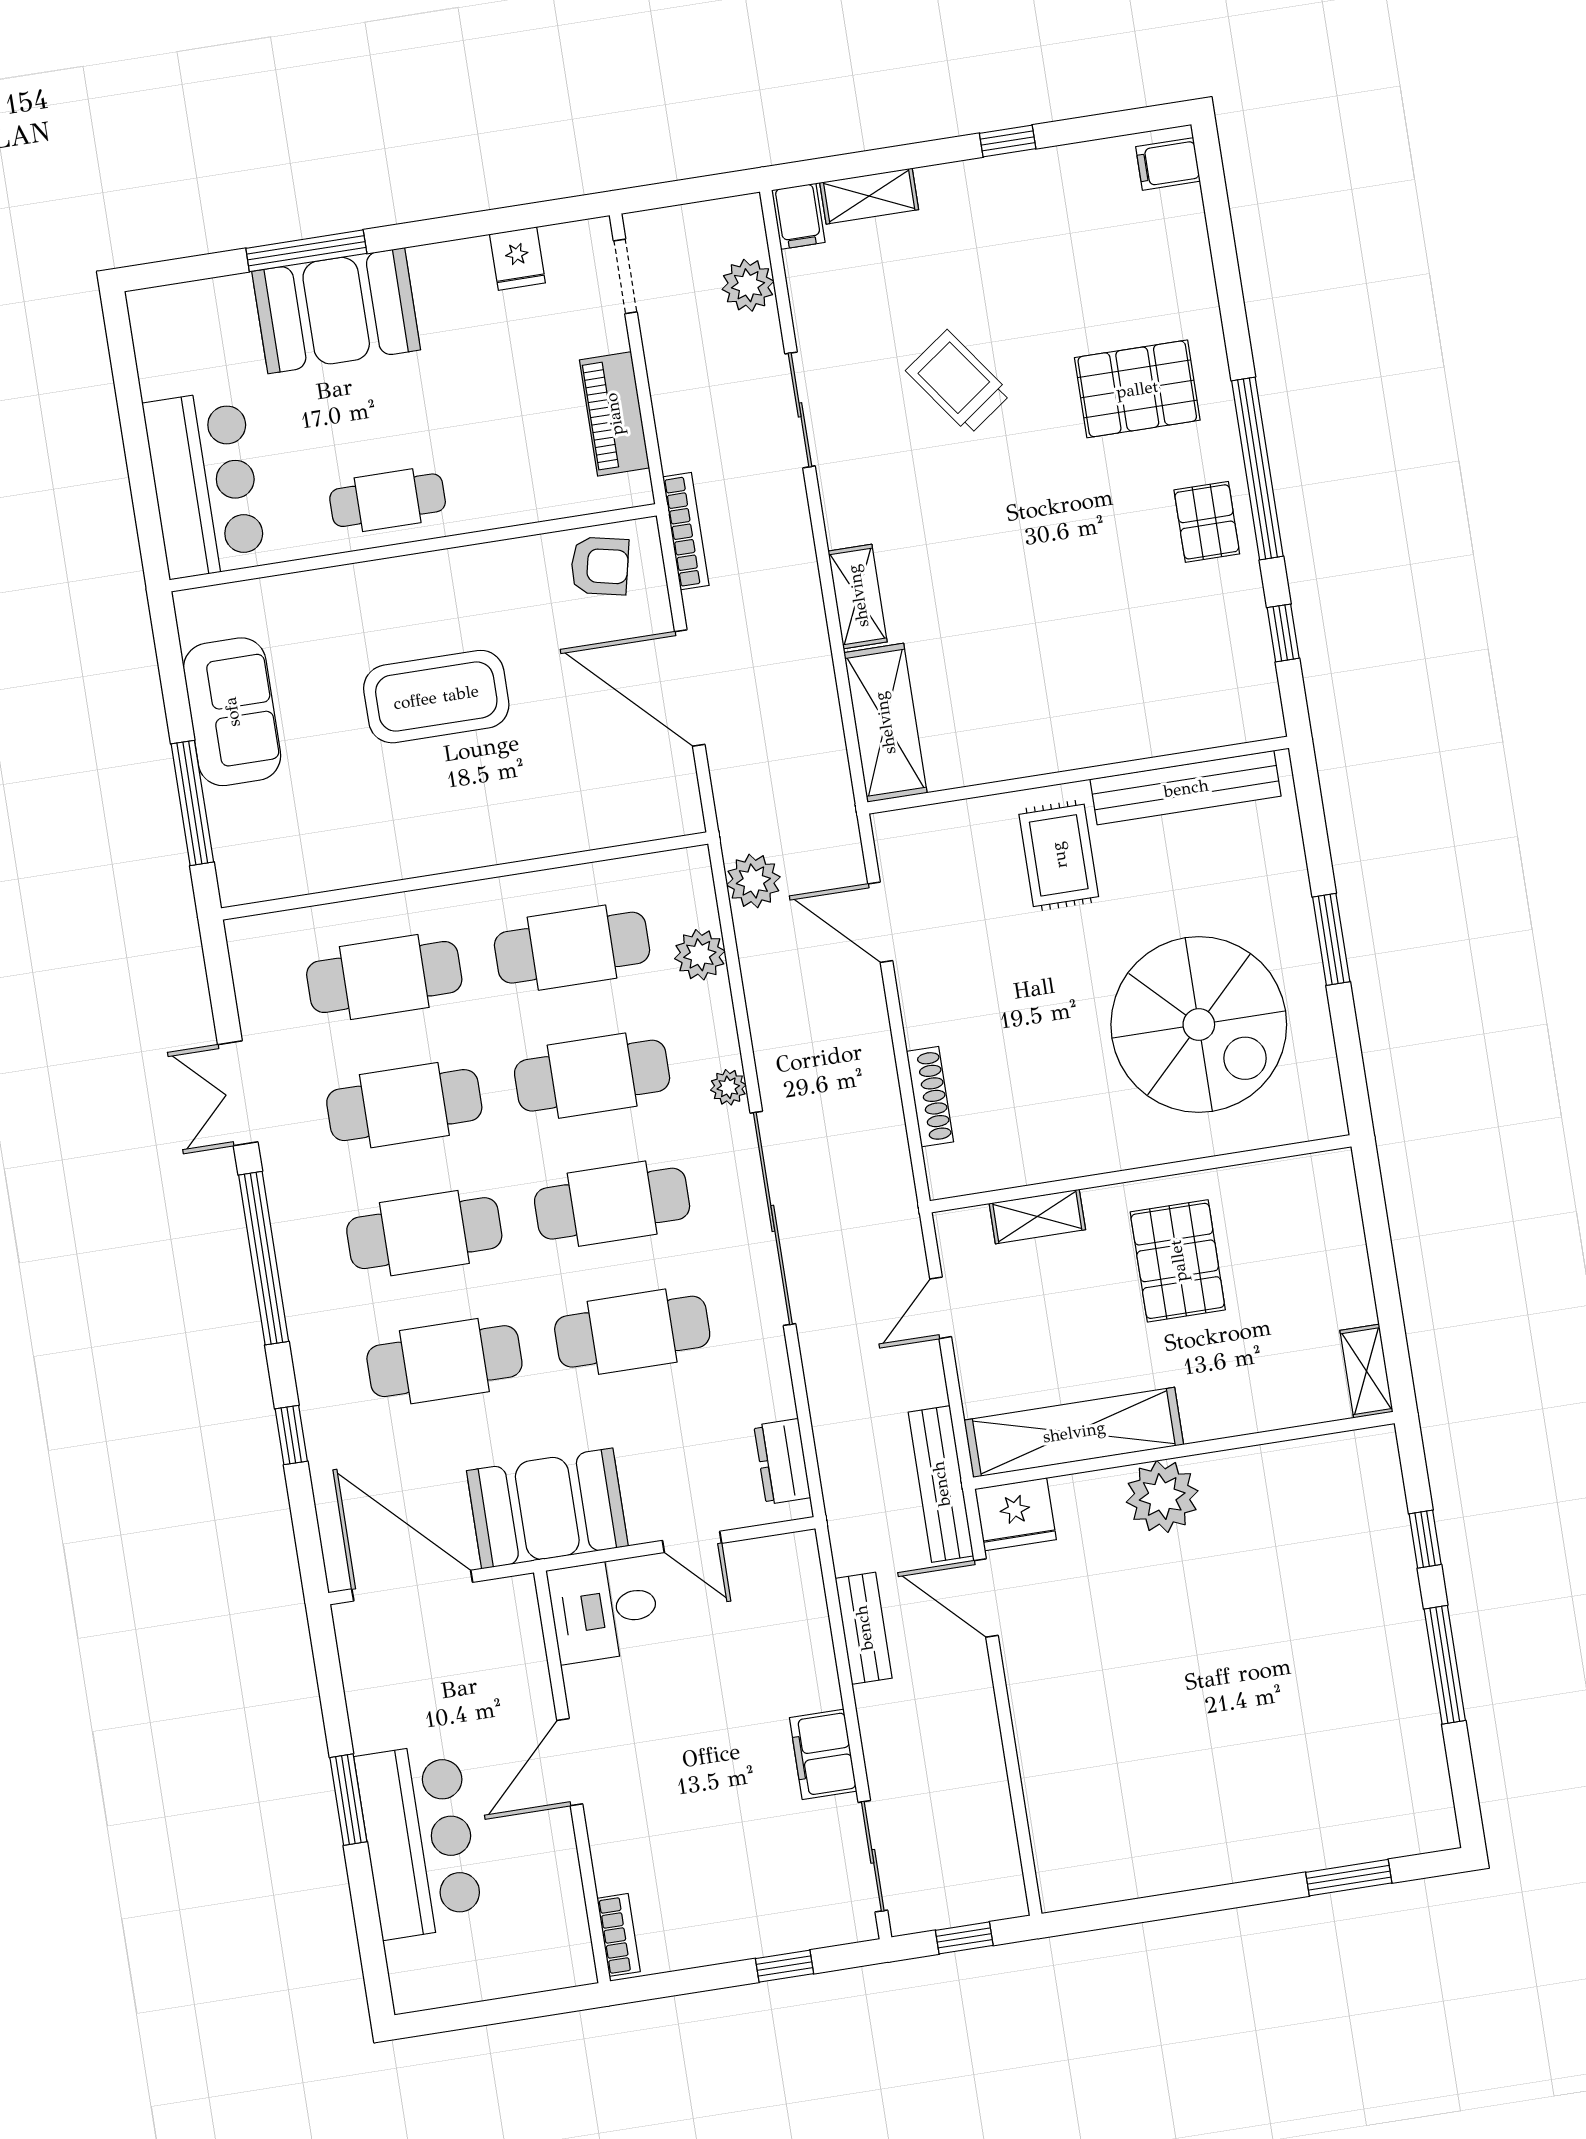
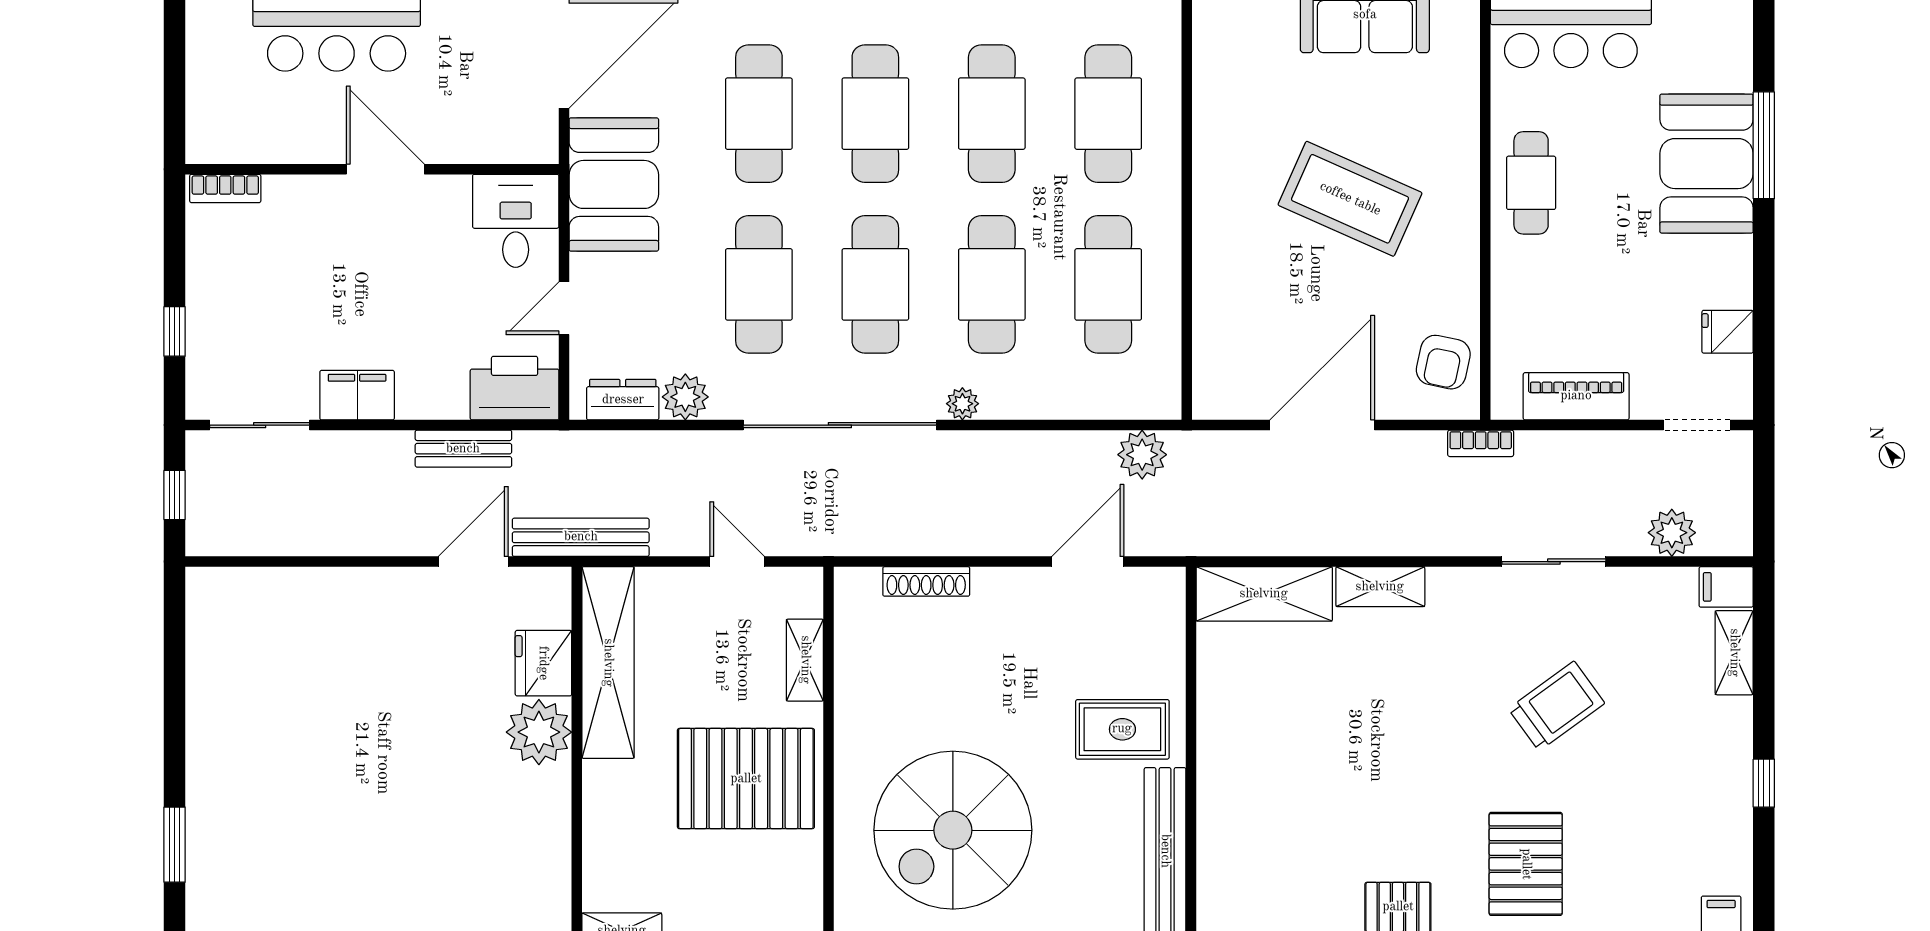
bookcase: (686, 531) -> (1481, 443), width x0.64
coffee table: (436, 697) -> (1350, 199), turned -66
plant: (700, 955) -> (685, 397), moved
pallet: (1178, 1261) -> (746, 779), width x1.37, depth x1.41
fridge: (1016, 1514) -> (543, 663), moved
printer: (788, 1582) -> (515, 388), added

